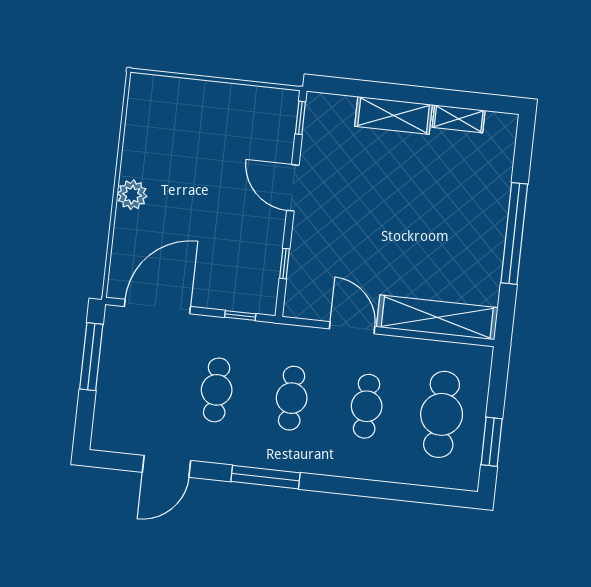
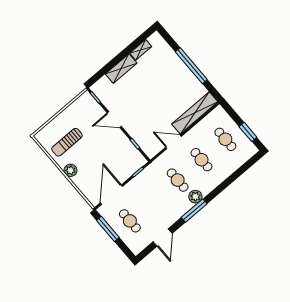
sun lounger: (175, 142) -> (67, 142), added
cafe table: (217, 390) -> (130, 221), moved
cafe table: (442, 414) -> (225, 139), width x0.73, depth x0.74
plant: (292, 456) -> (195, 197), added

